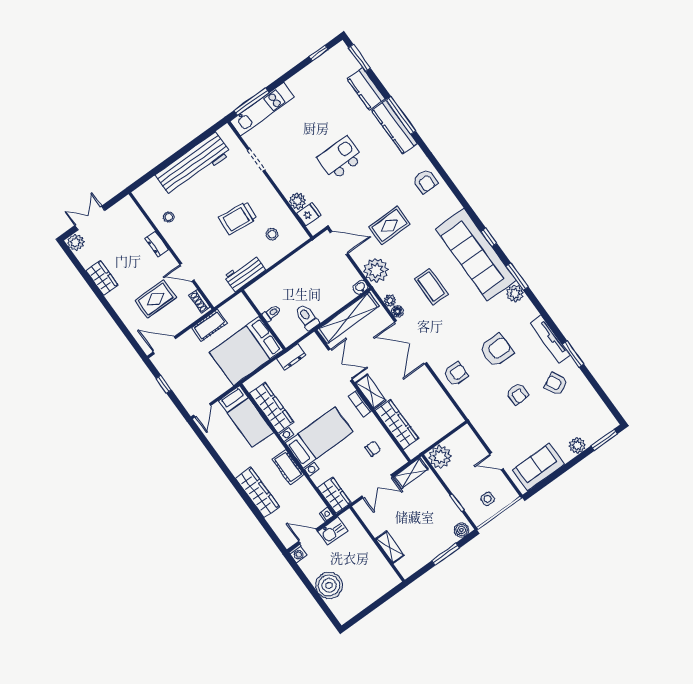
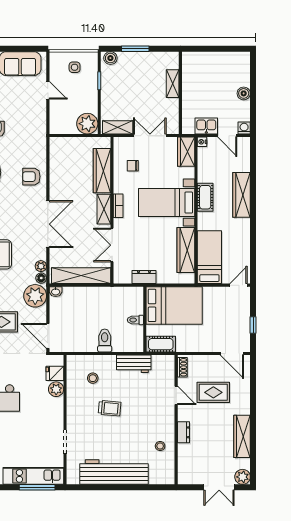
trolley: (238, 218) -> (110, 408), width x0.73, depth x0.72
wardrobe: (102, 278) -> (242, 436), width x1.50
floor lamp: (397, 311) -> (41, 278), moved
toilet: (307, 317) -> (105, 341), moved, turned 180
cot: (209, 325) -> (161, 344), moved
boiler: (329, 585) -> (244, 93), width x0.54, depth x0.54

